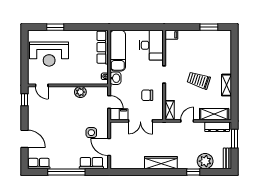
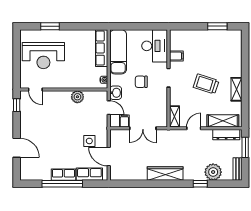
filing cabinet: (171, 35) -> (176, 56), moved
washbasin: (115, 78) -> (116, 93), moved
chair: (147, 95) -> (141, 82), moved
row of seats: (39, 164) -> (63, 175), moved

